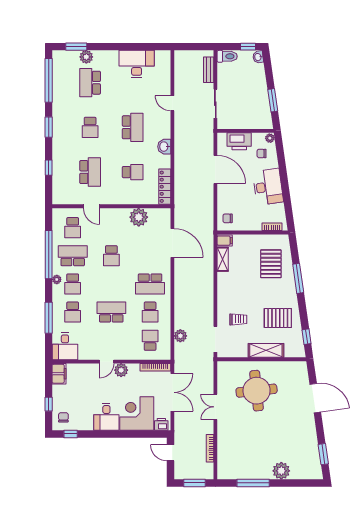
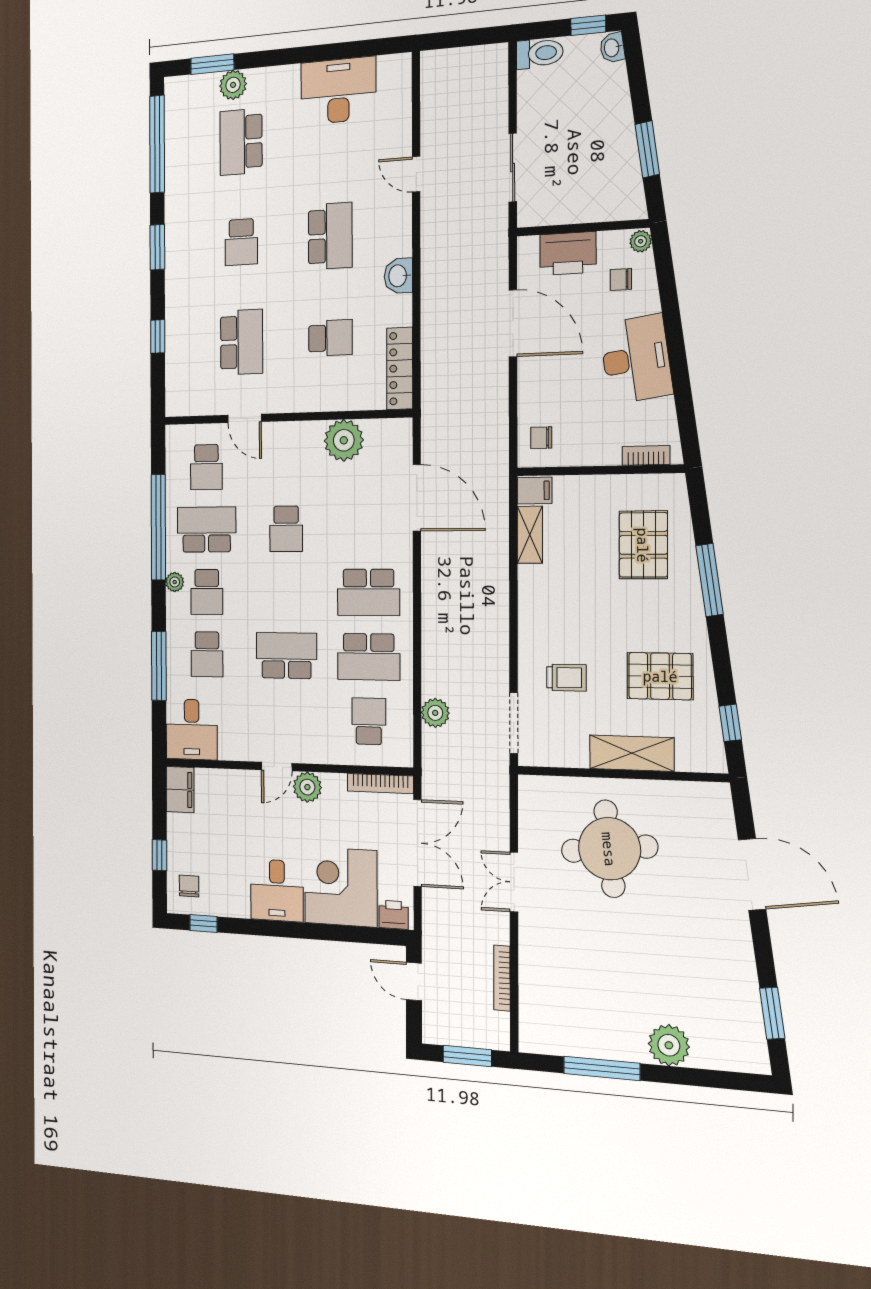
bench: (209, 70) -> (497, 89), removed
school desk: (150, 312) -> (369, 657), width x1.85

